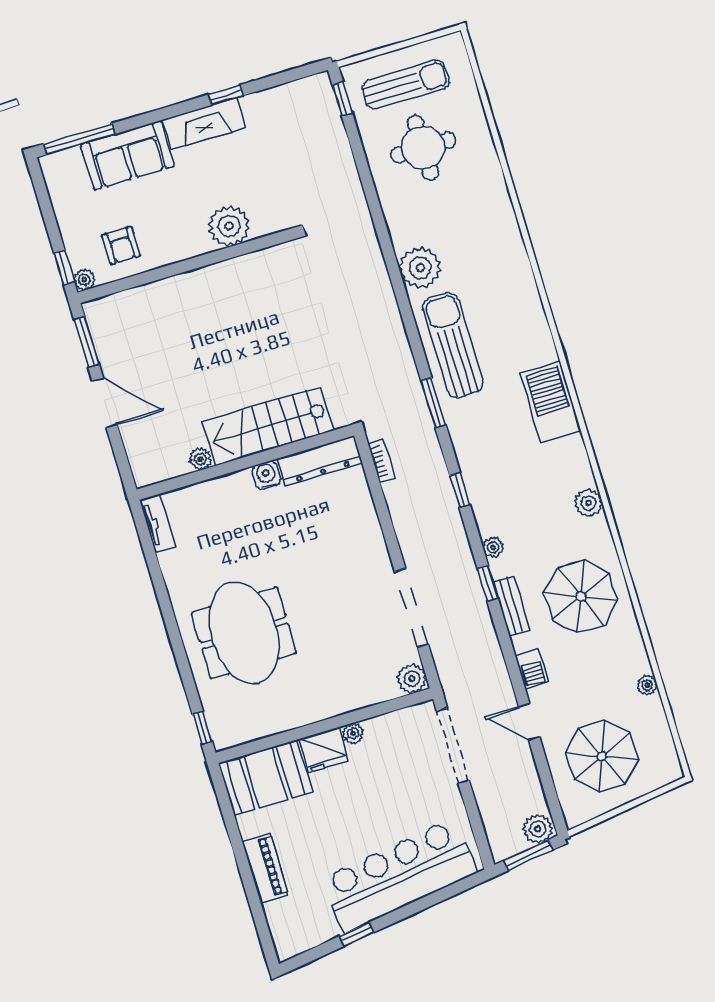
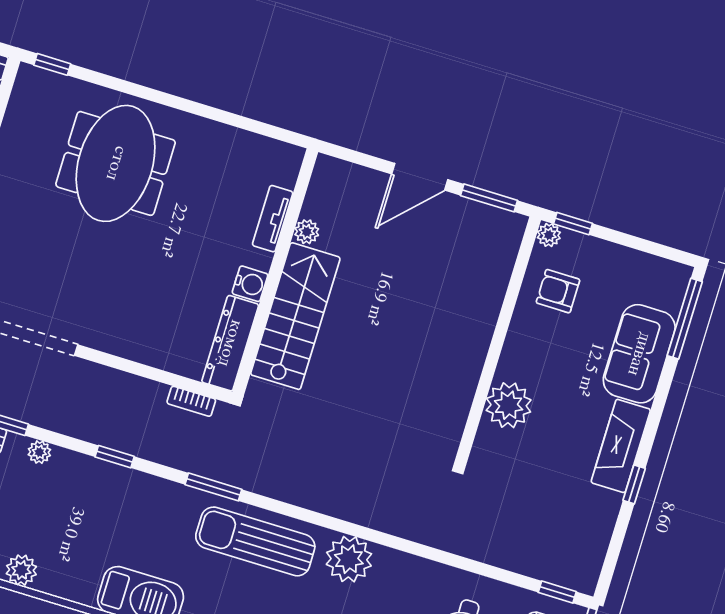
sun lounger: (453, 345) -> (255, 541), turned 180
tv unit: (158, 523) -> (273, 219), moved, turned 90
meeting table: (244, 633) -> (116, 163), turned 90

